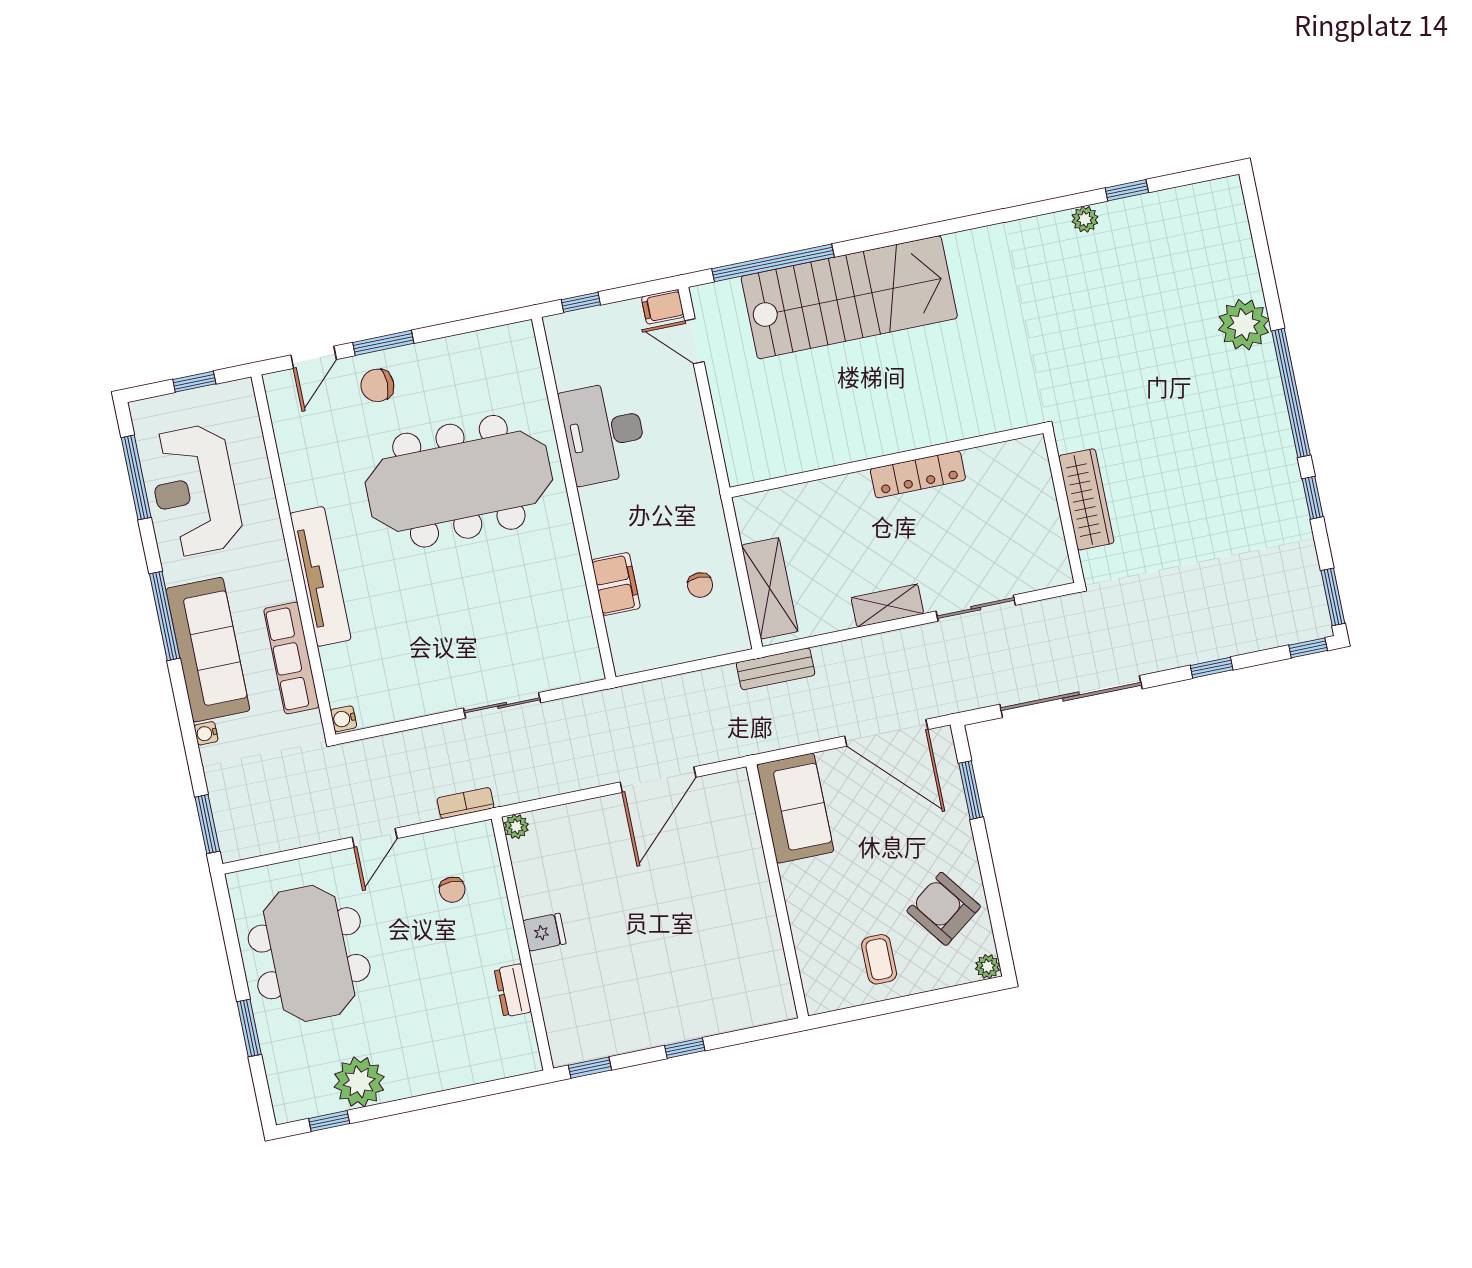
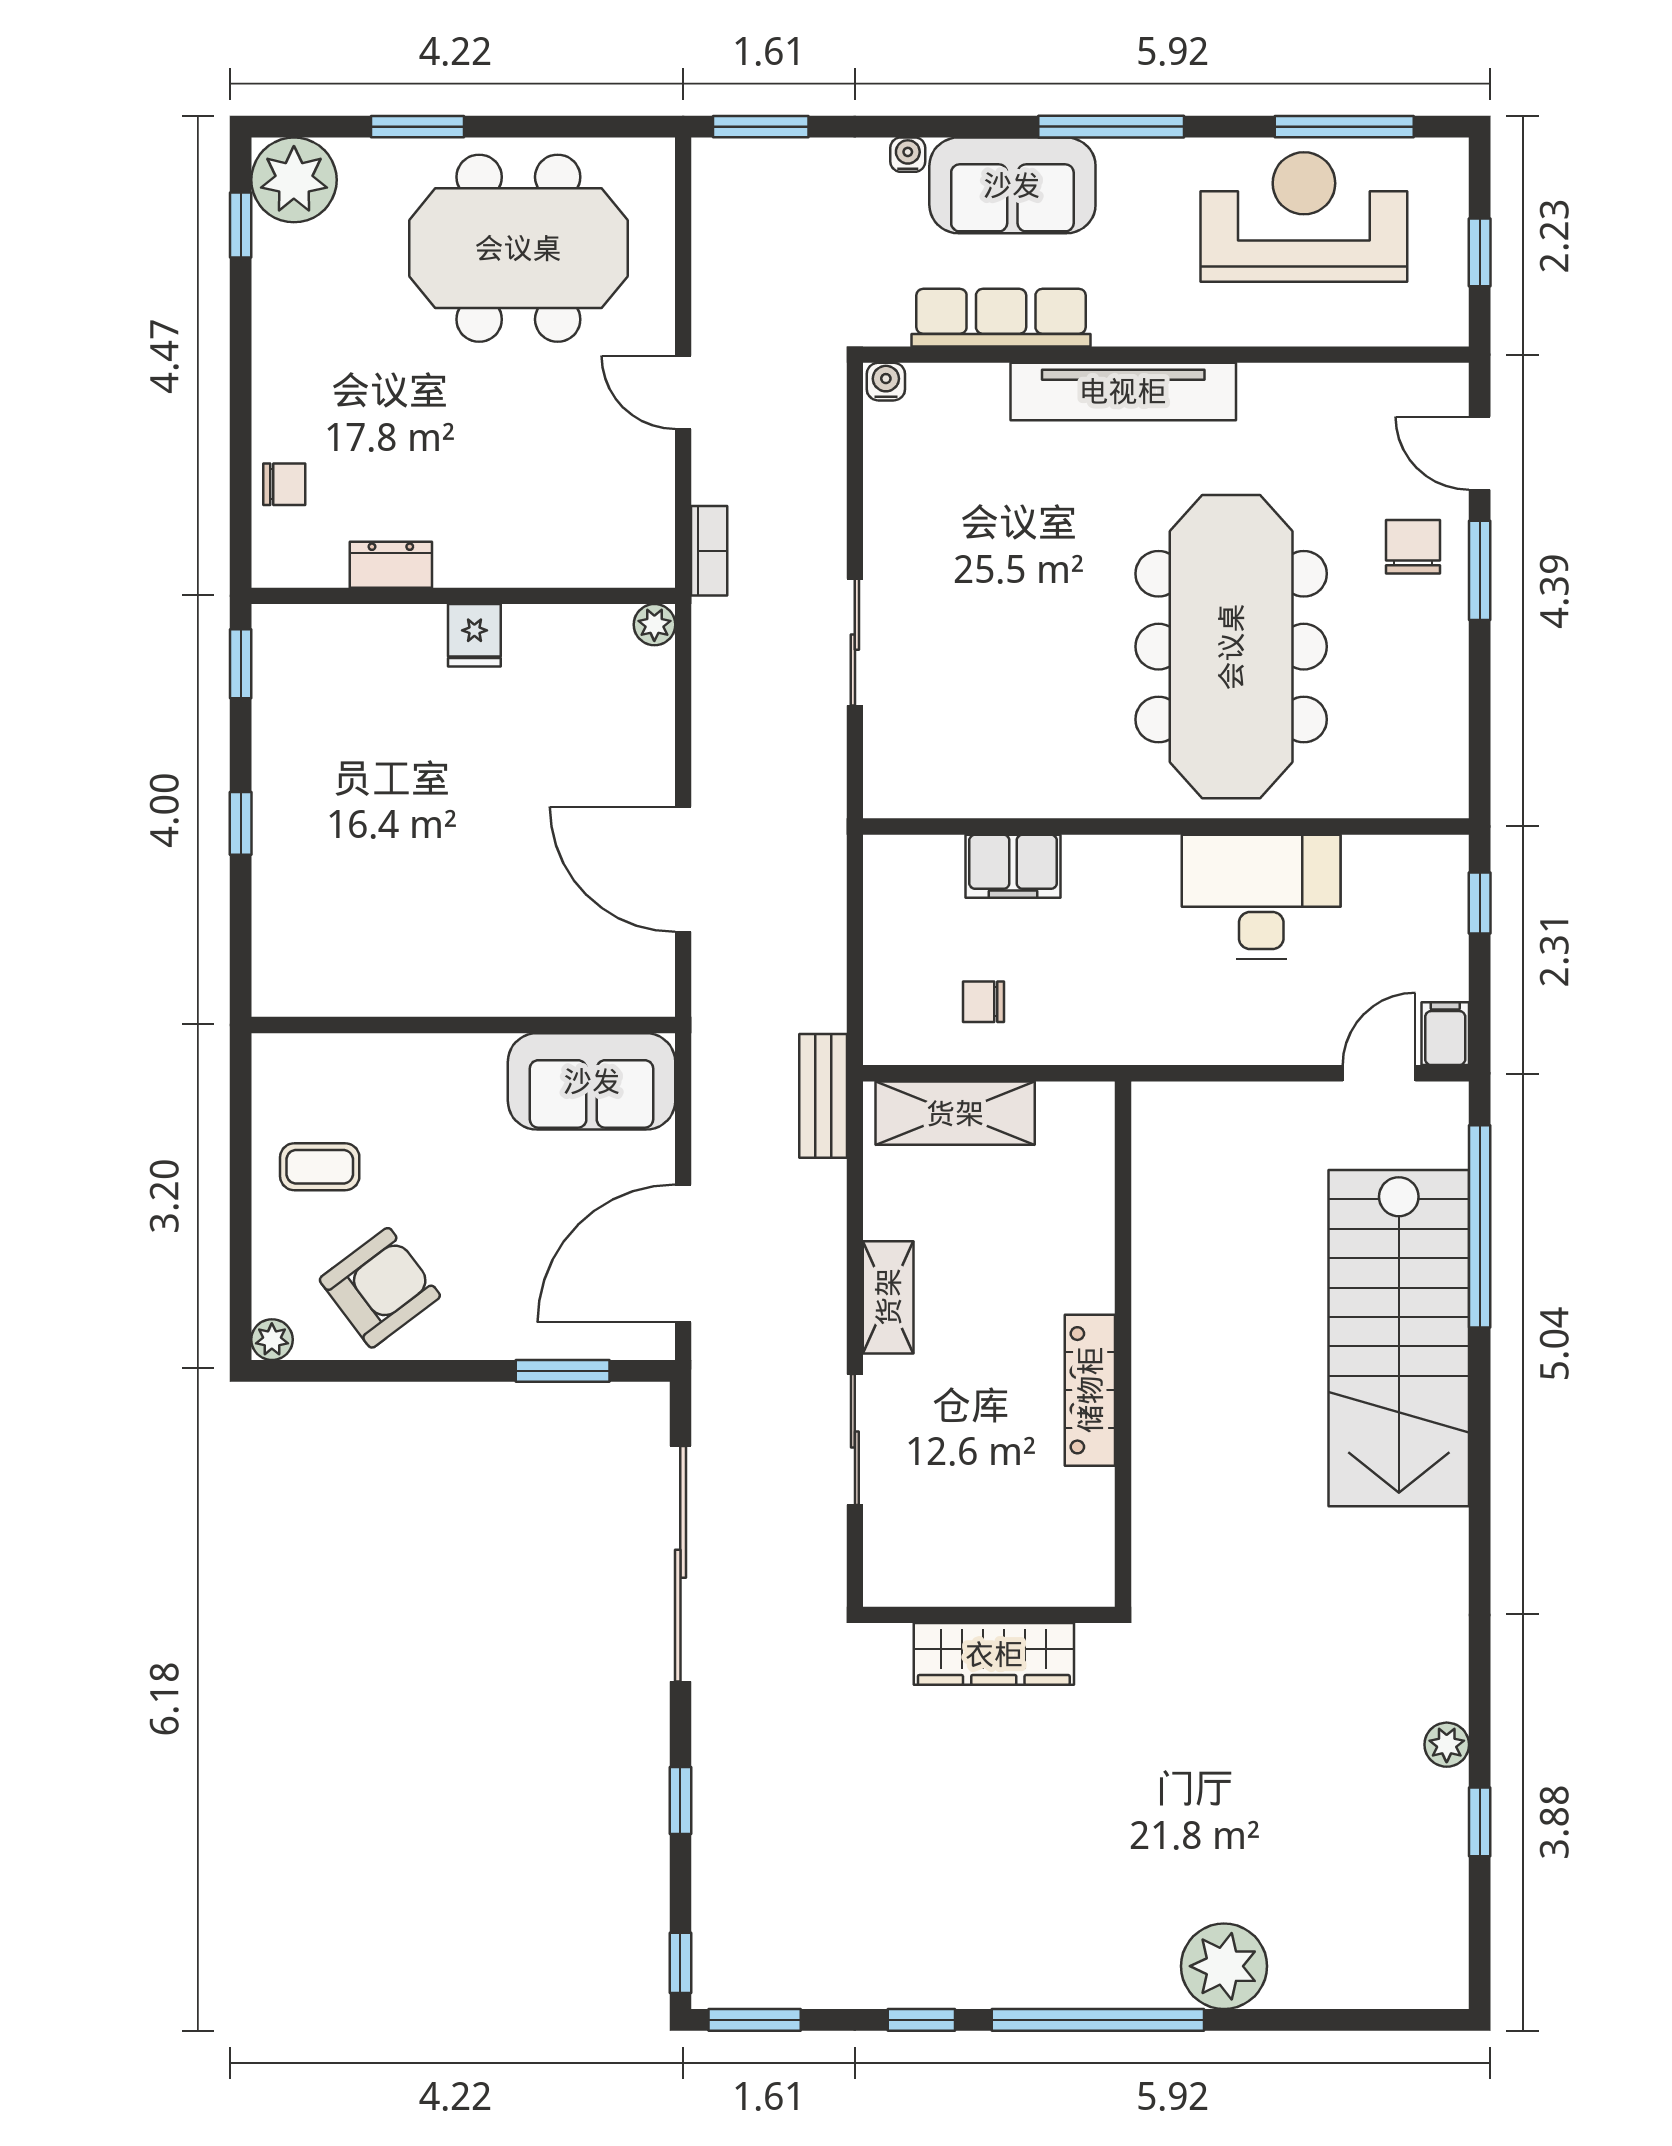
sofa: (208, 650) -> (1012, 185), width x0.73
chair: (452, 890) -> (284, 484), moved, turned 180
plant: (359, 1082) -> (294, 180), moved

